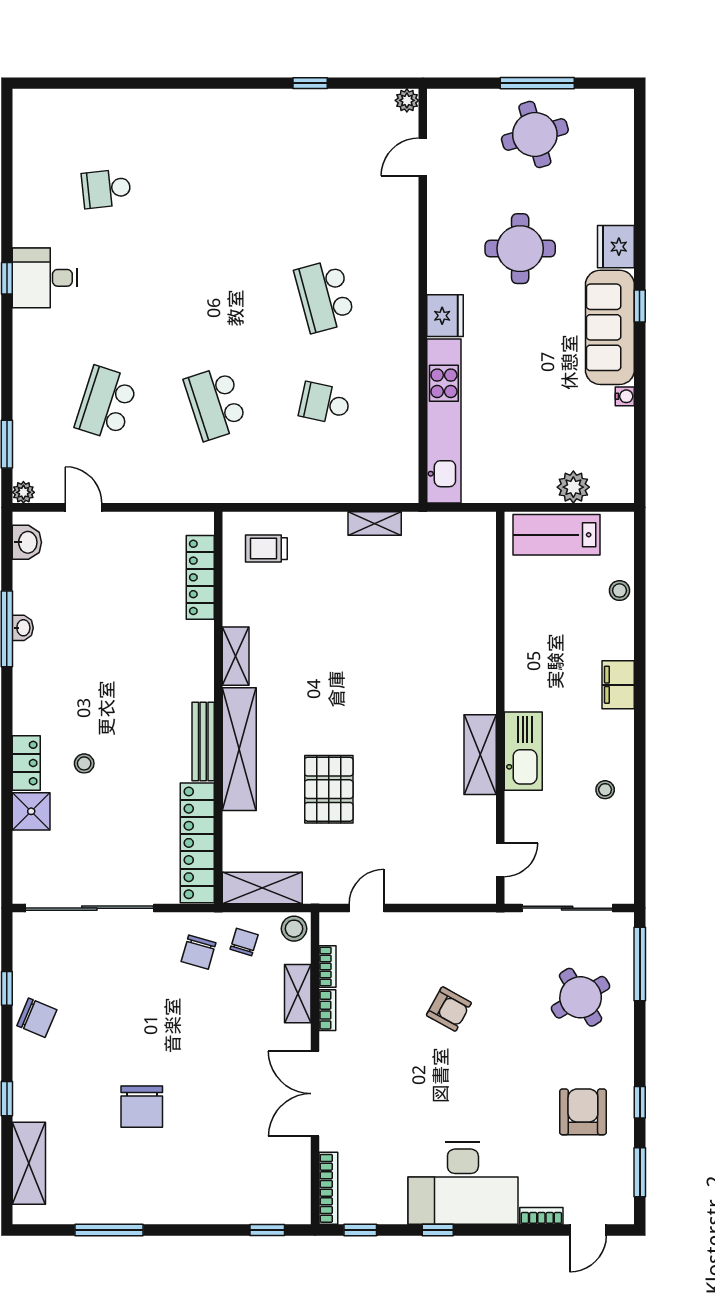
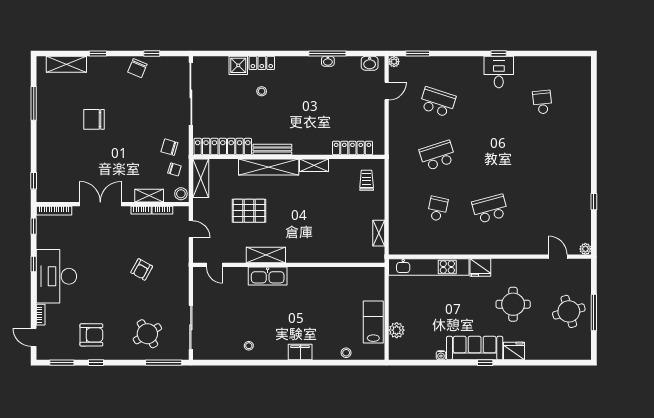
wall: (500, 708) -> (289, 265), moved
kitchen sink: (523, 751) -> (268, 276), moved
shelving: (480, 755) -> (266, 255), moved
door: (500, 860) -> (215, 265), moved

